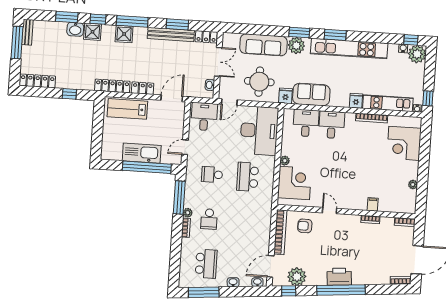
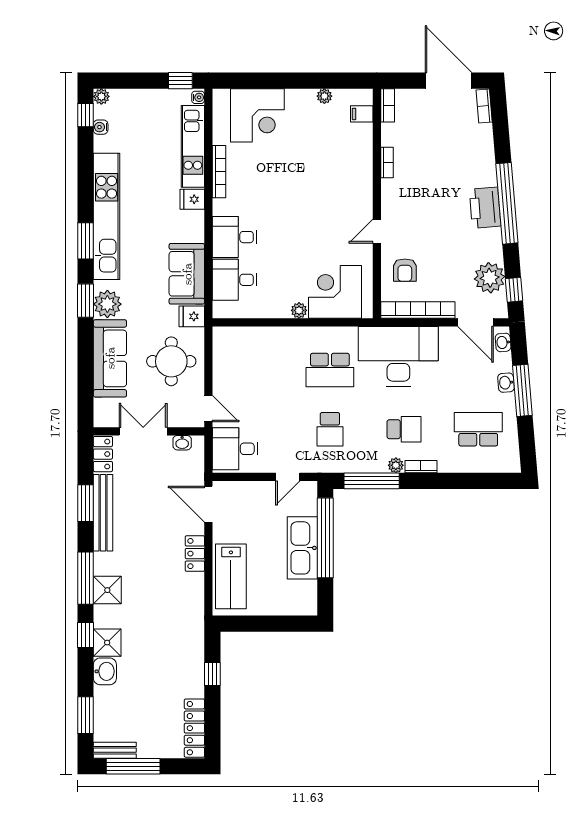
window: (67, 17) -> (86, 715), moved
plant: (417, 54) -> (101, 96), width x0.53, depth x0.53
locker: (112, 86) -> (195, 604), removed
desk: (259, 131) -> (398, 356), moved
door: (185, 147) -> (288, 477), hinge flipped
filing cabinet: (373, 204) -> (362, 114), moved
window: (204, 292) -> (522, 390), moved

